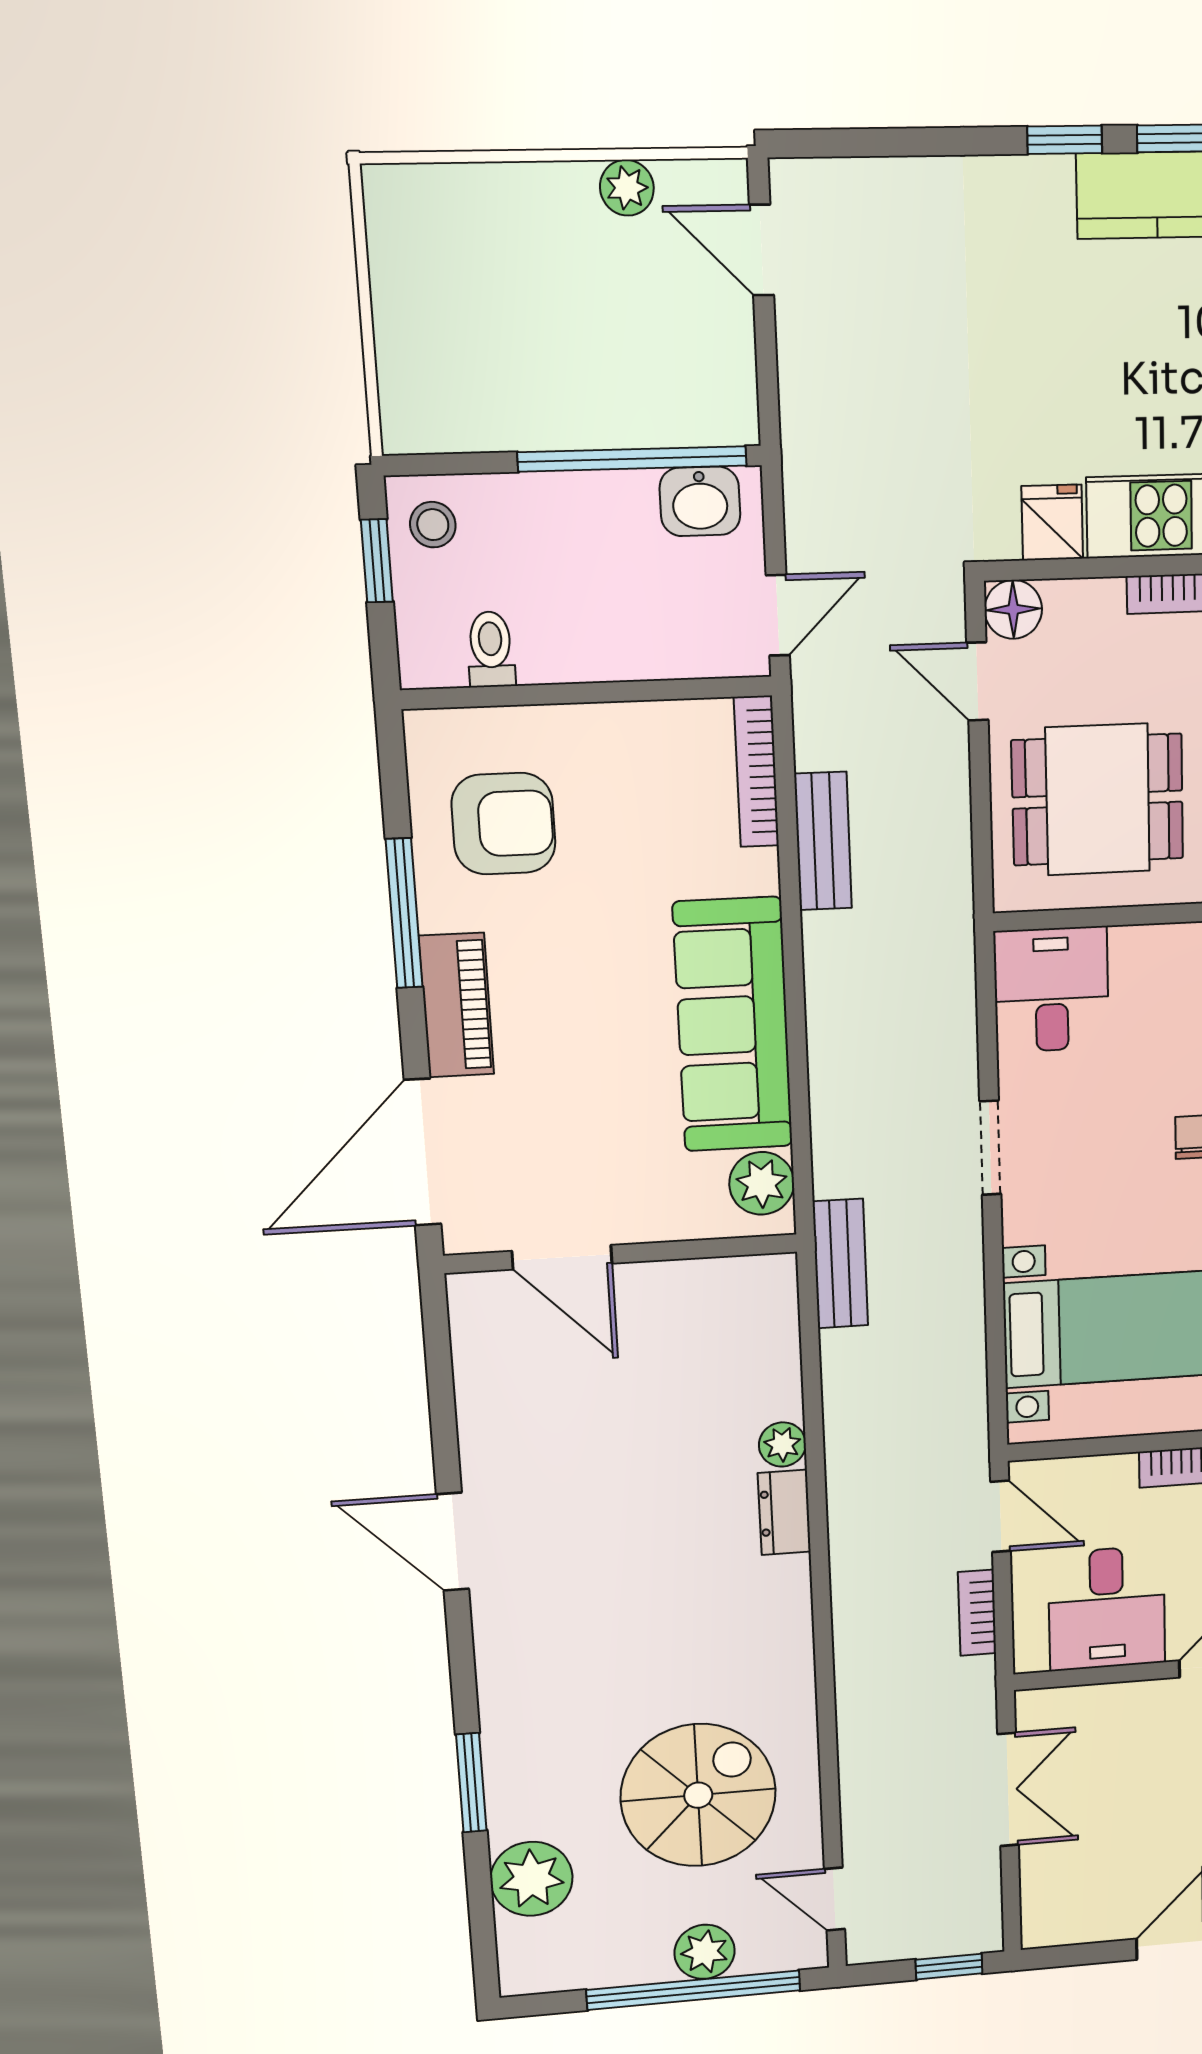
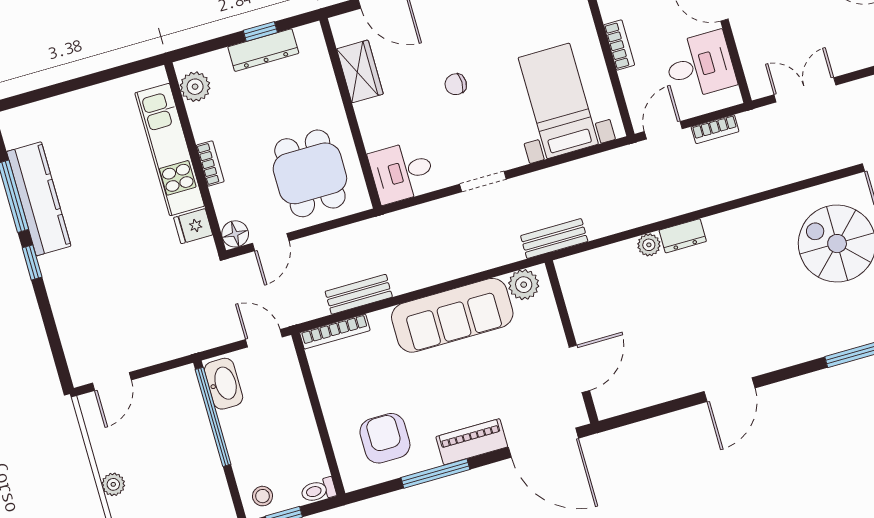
plant: (627, 188) -> (113, 484), moved
washbasin: (700, 501) -> (224, 384), width x1.38
toilet: (491, 649) -> (318, 490), moved

